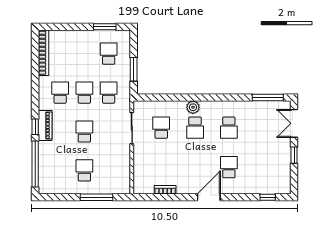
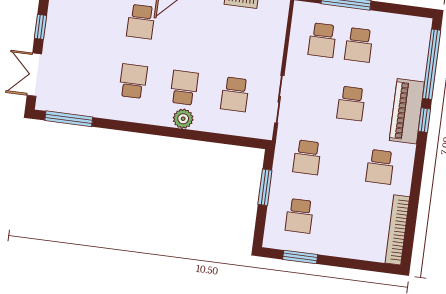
school desk: (84, 93) -> (322, 40), moved
double door: (294, 123) -> (34, 75), swing flipped
piano: (45, 126) -> (407, 111), width x1.37, depth x1.33

